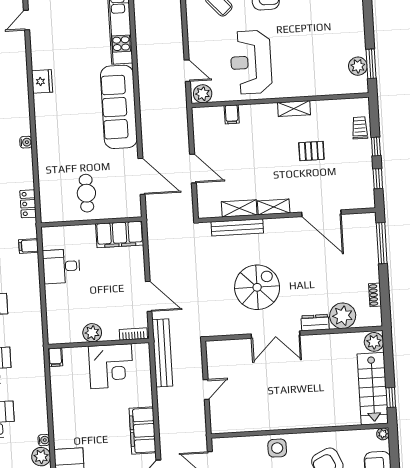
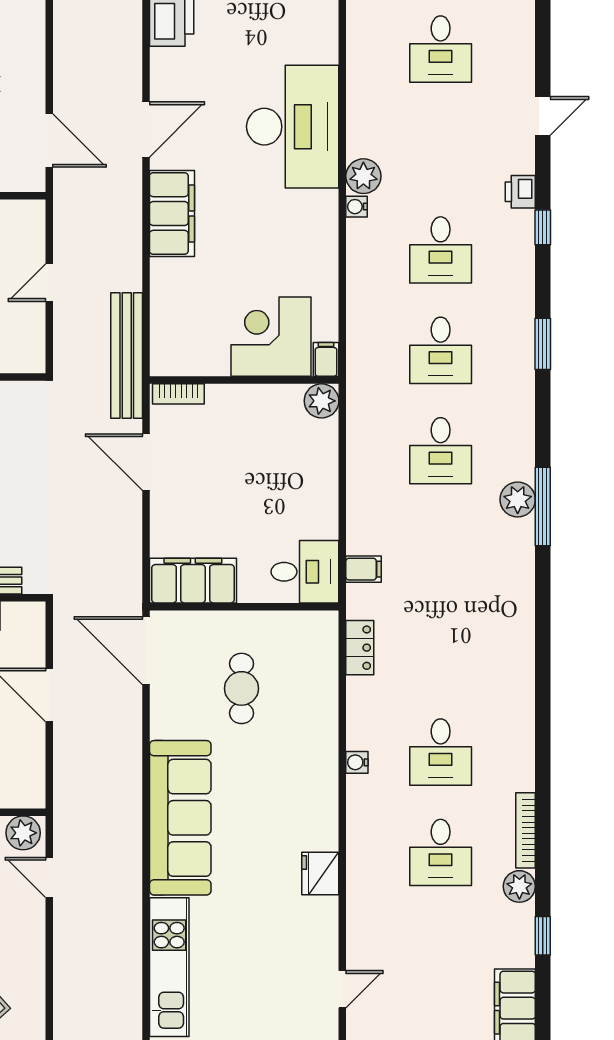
door: (141, 176) -> (146, 651), moved
cafe table: (86, 193) -> (242, 688), moved
desk: (61, 266) -> (305, 572), moved
plant: (92, 333) -> (322, 401), moved
corner desk: (111, 366) -> (271, 337), moved

